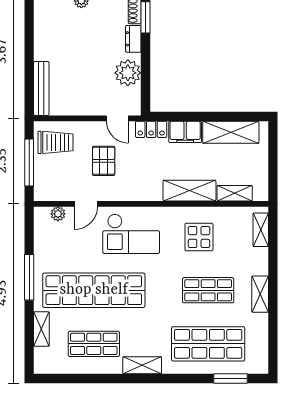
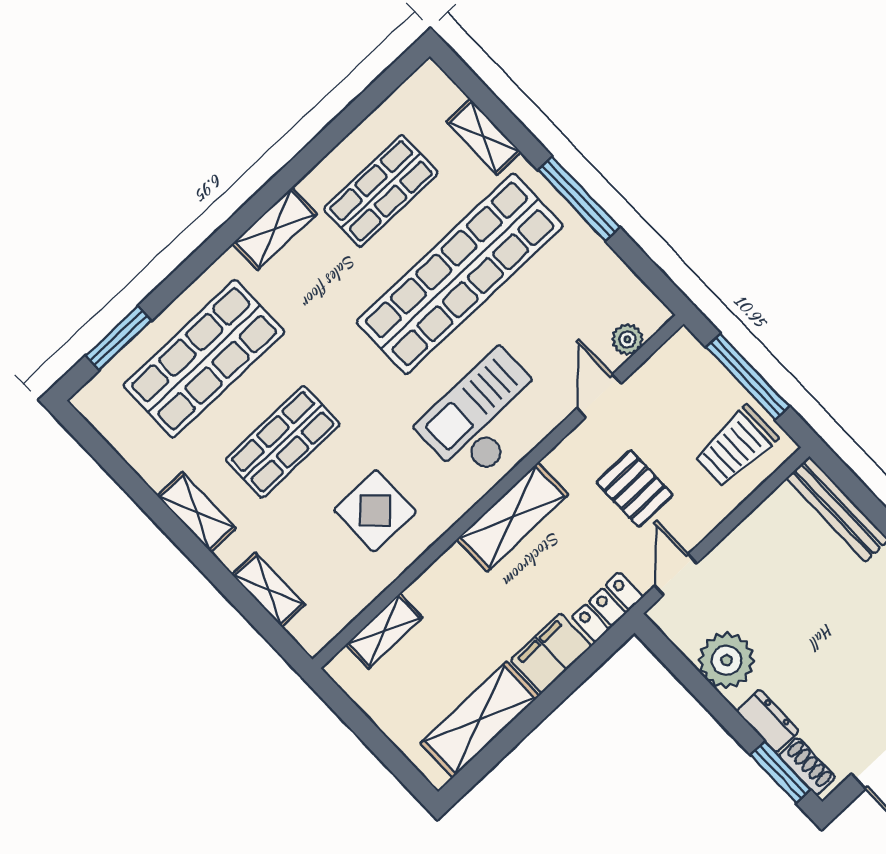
door: (117, 118) -> (676, 575), hinge flipped
shelving: (189, 191) -> (512, 517), moved
shelving: (261, 230) -> (268, 590), moved

